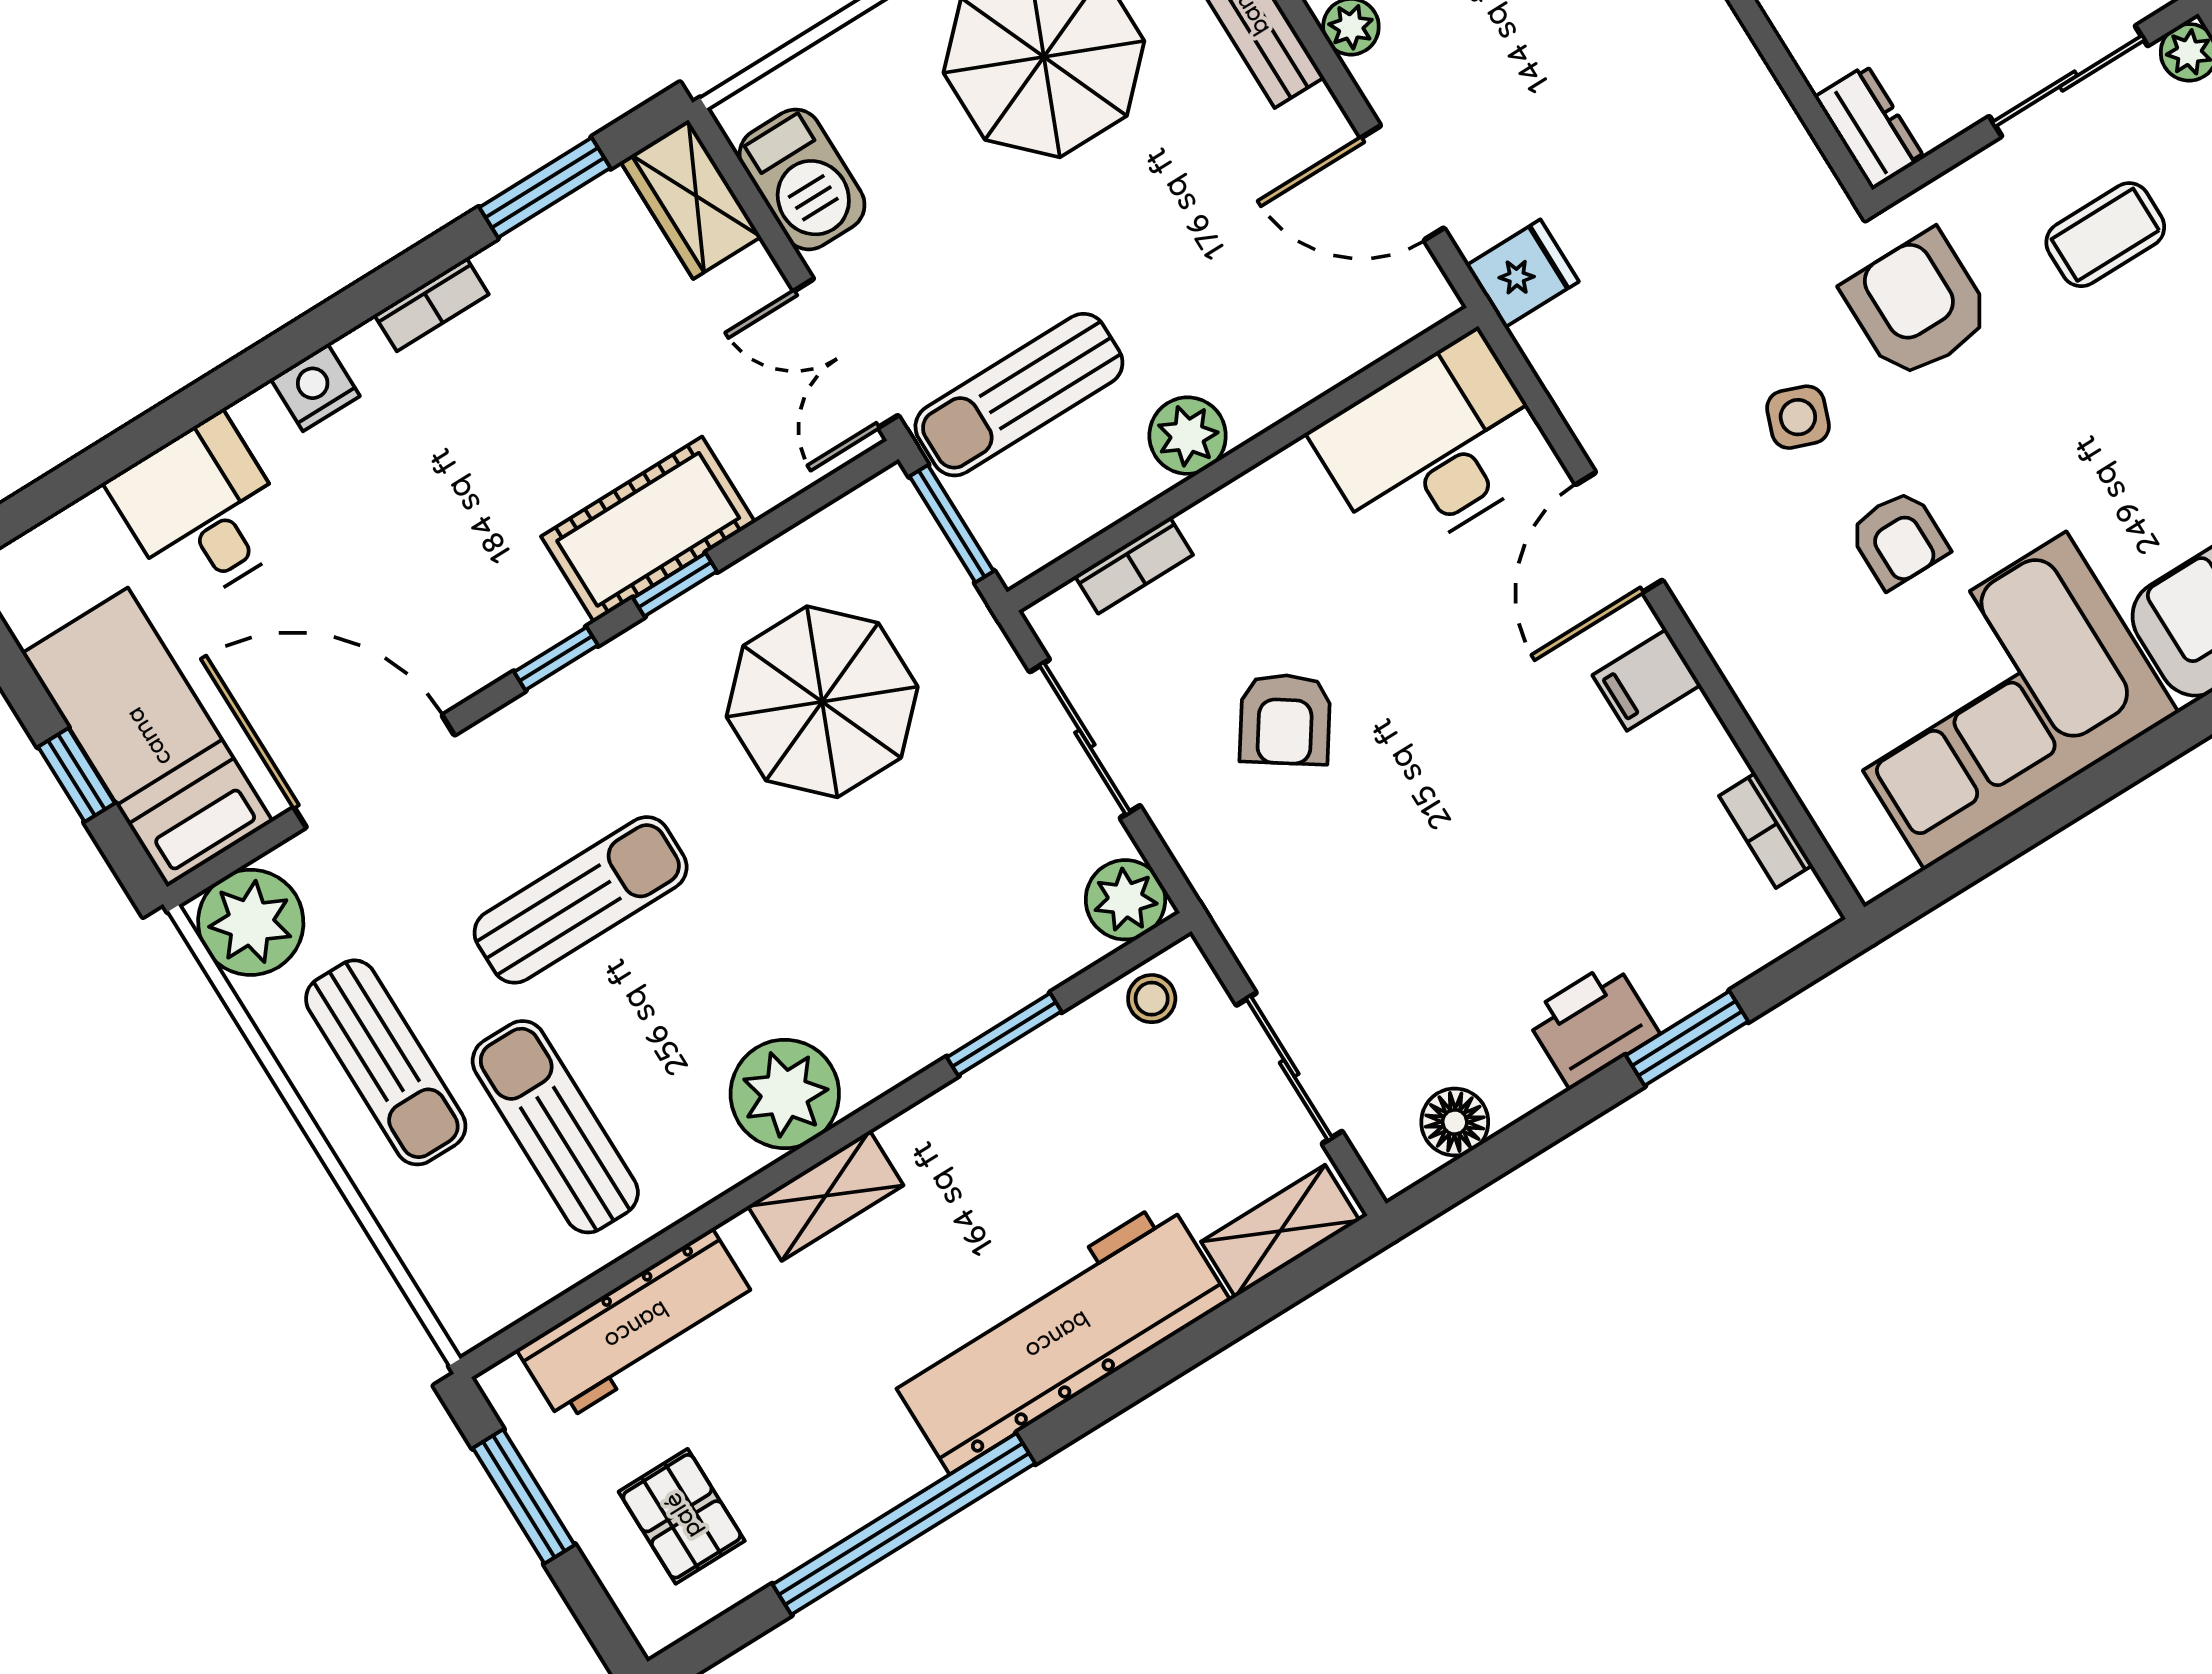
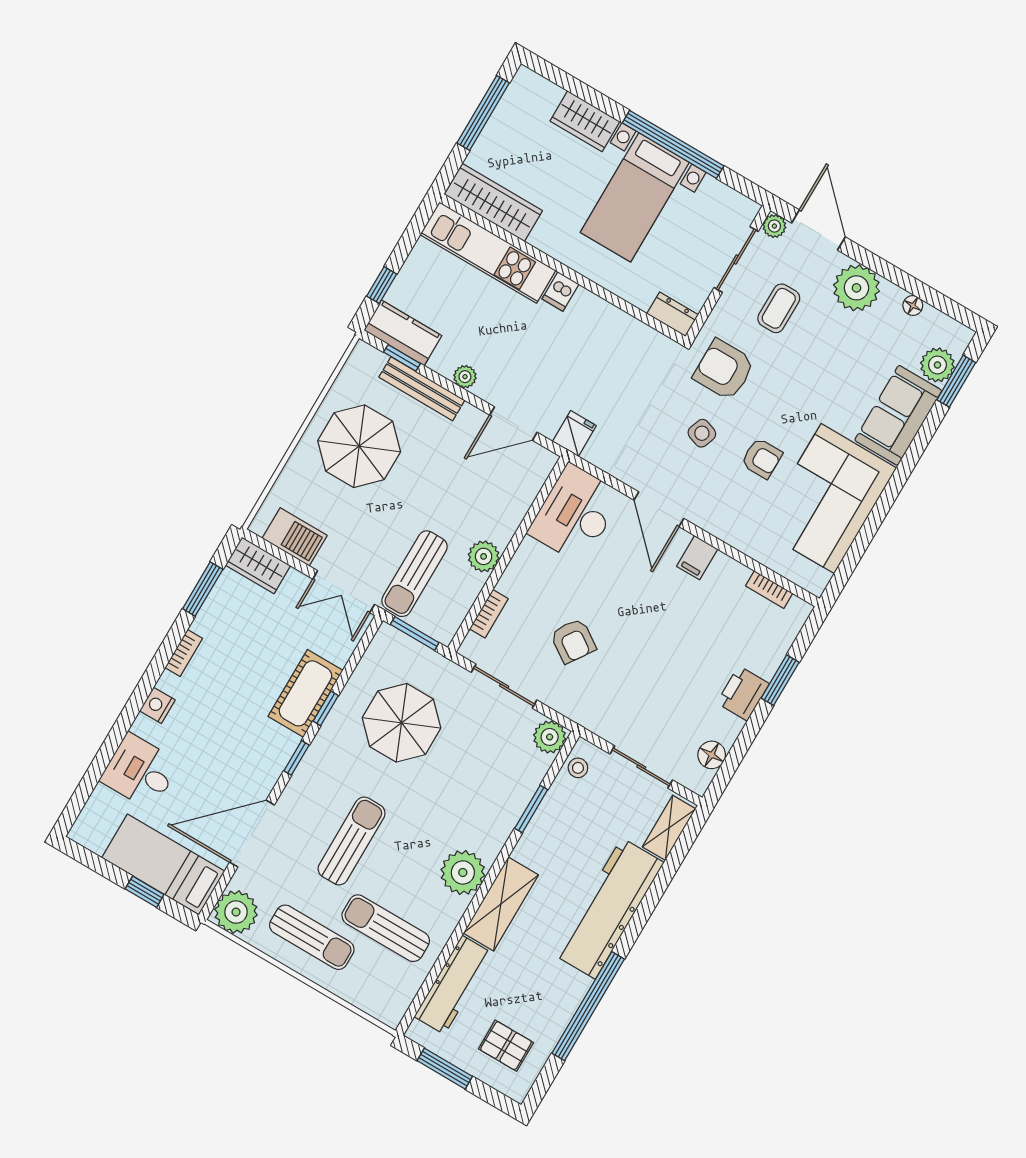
shelving: (826, 1196) -> (501, 904), width x1.50, depth x1.33

